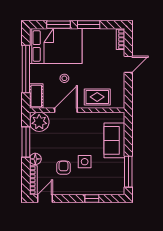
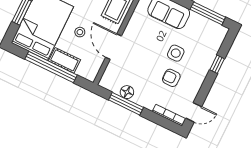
cot: (36, 96) -> (64, 60), moved
plant: (39, 122) -> (112, 80), removed
floor lamp: (35, 159) -> (127, 92), moved
door: (45, 199) -> (194, 112), swing flipped

